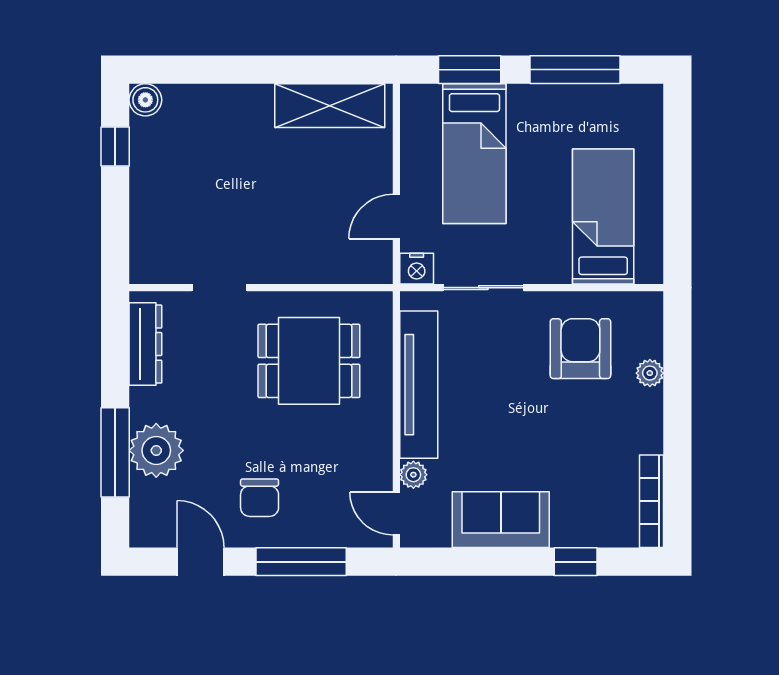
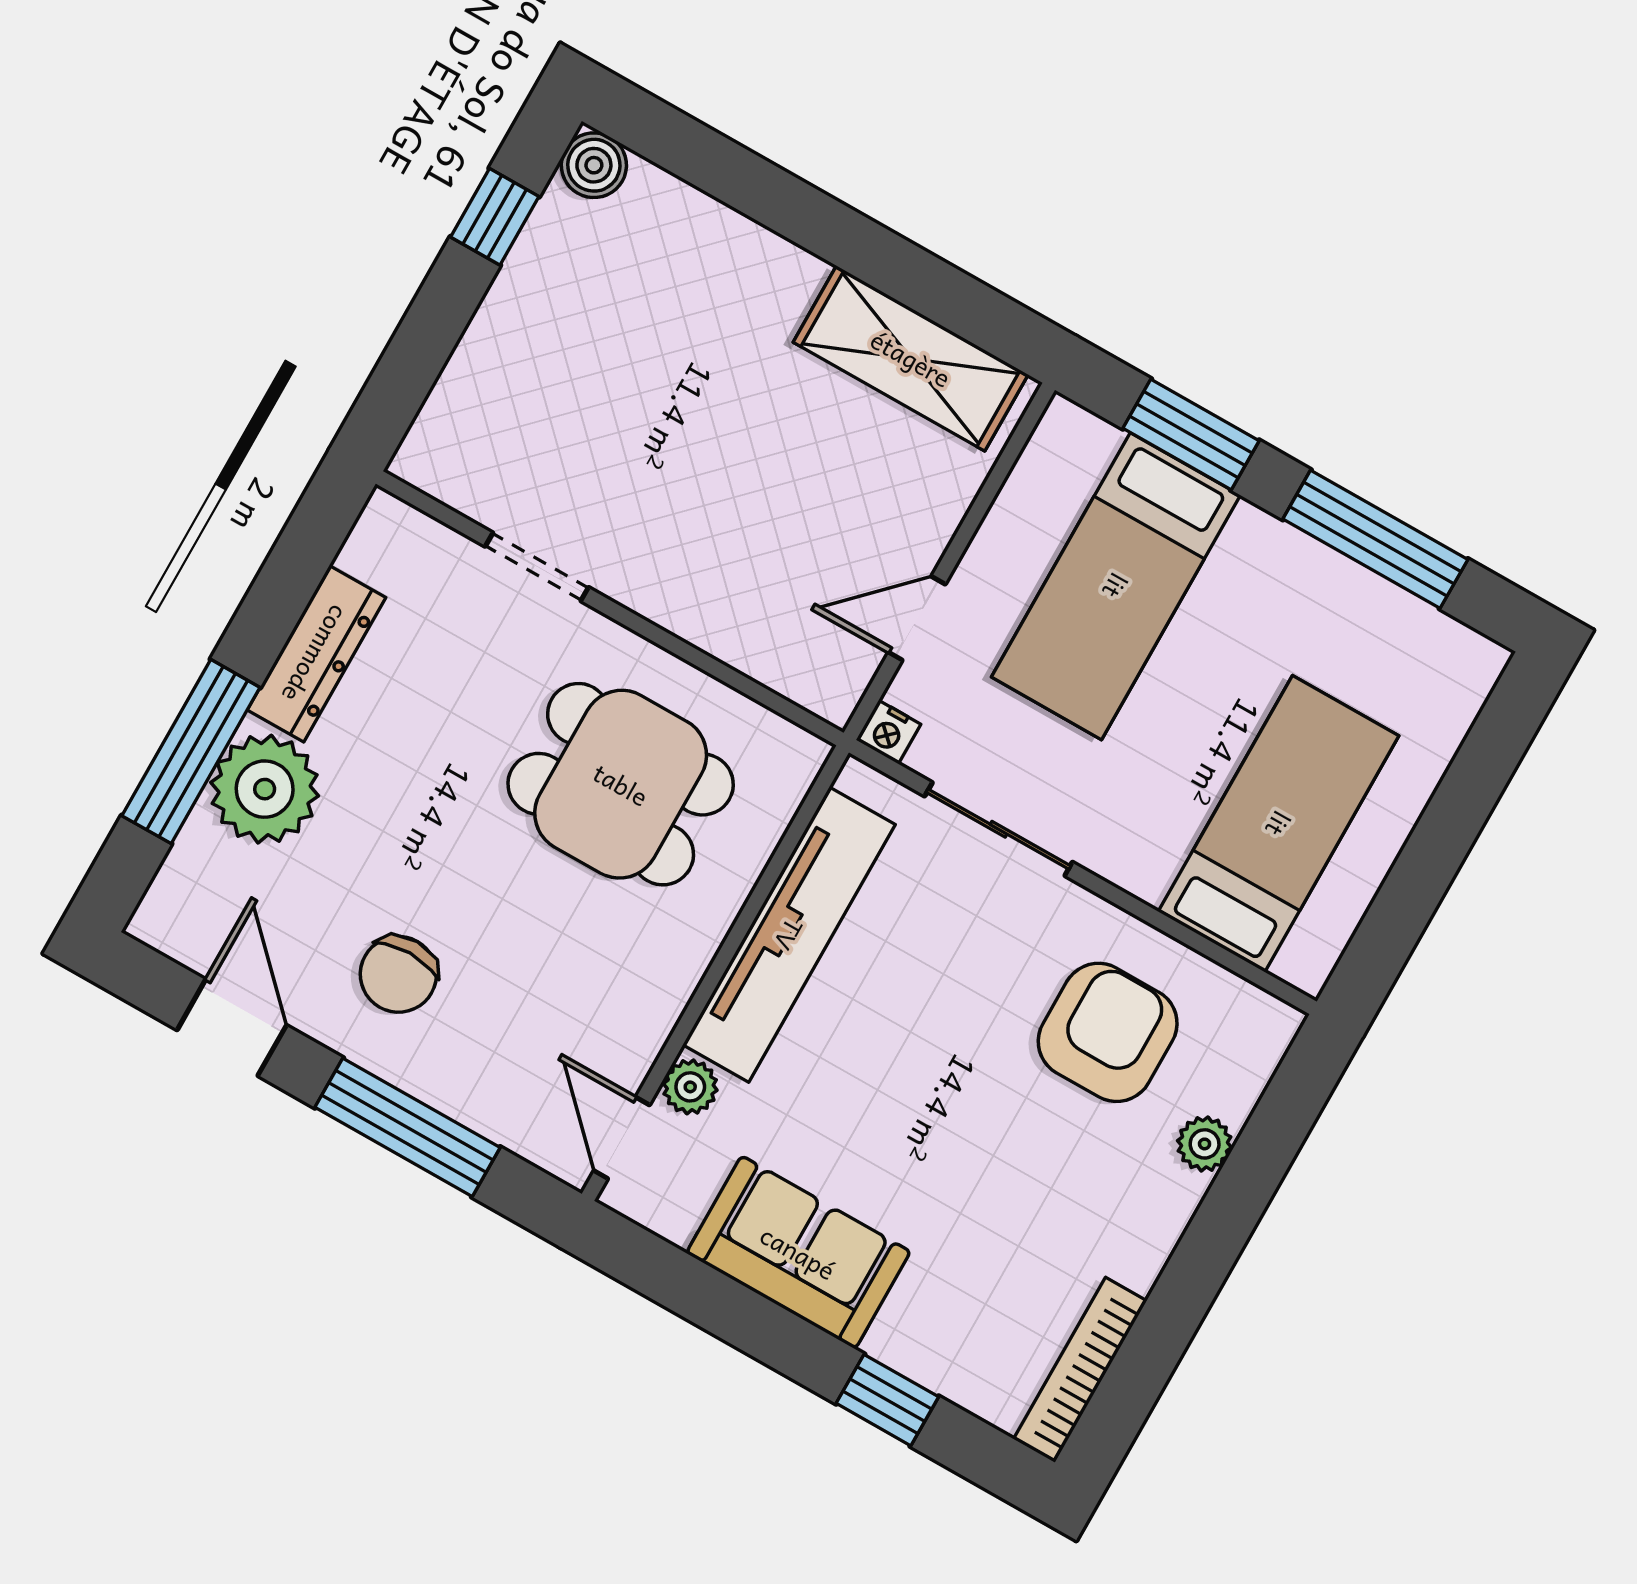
nightstand: (417, 269) -> (888, 732), width x0.72, depth x0.74
dresser: (145, 344) -> (316, 654), moved

